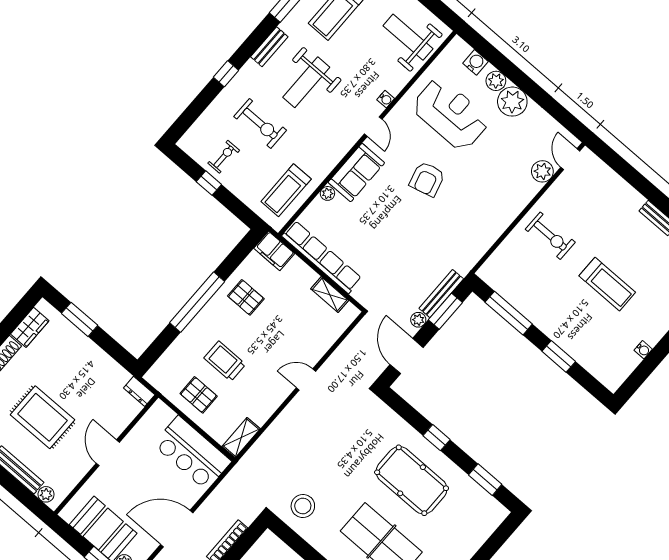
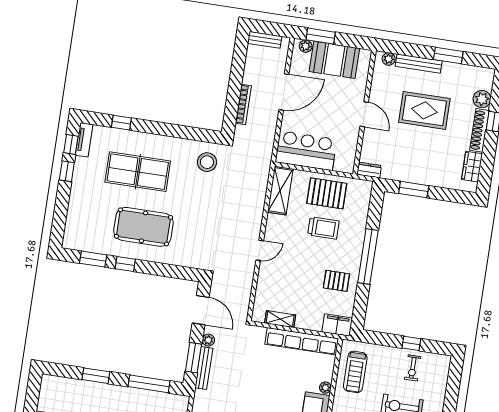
treadmill: (286, 190) -> (355, 372), turned 180
window: (80, 319) -> (414, 190), moved
pallet: (199, 395) -> (327, 193), width x1.50, depth x1.42
shelving: (241, 438) -> (280, 190), width x1.50, depth x1.33
window: (437, 438) -> (125, 264), moved

